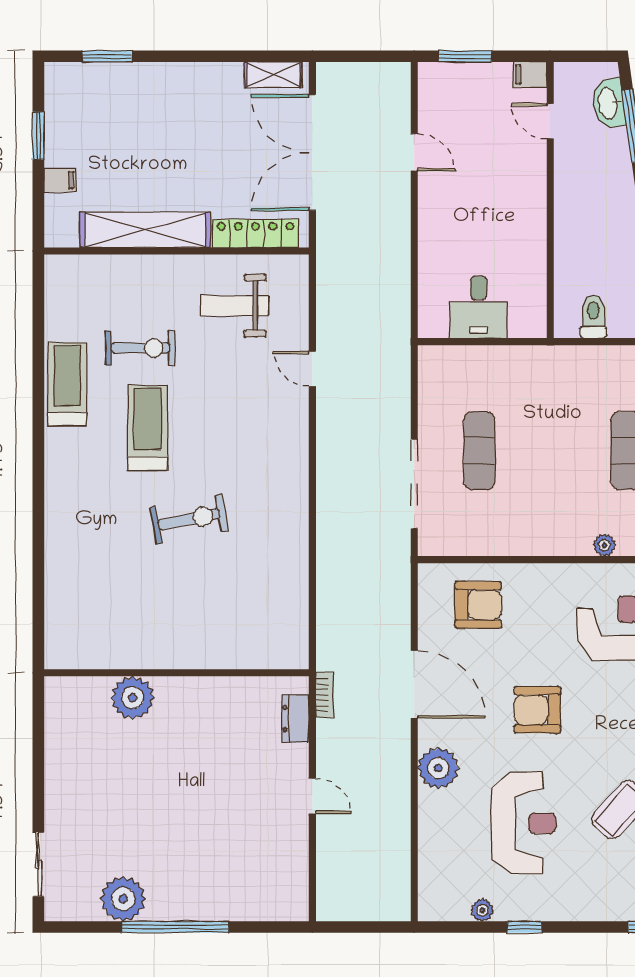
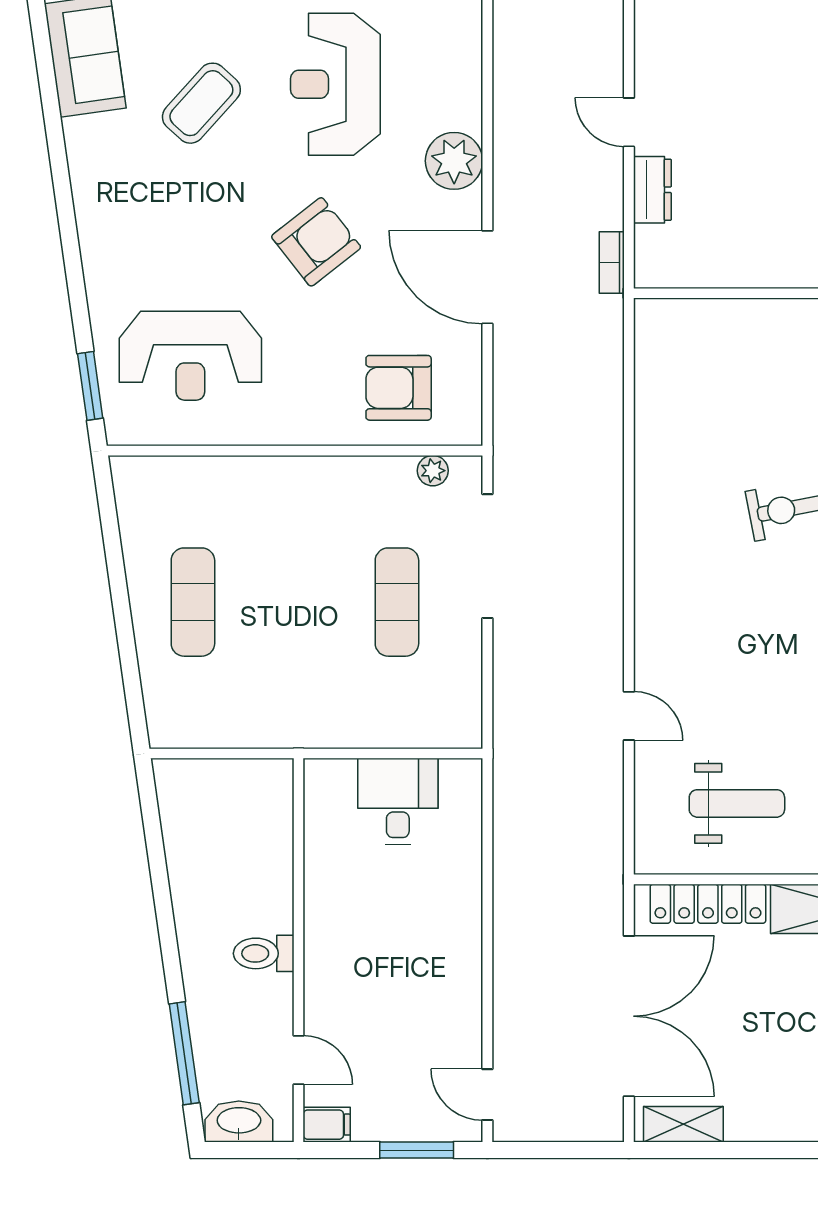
washbasin: (609, 103) -> (239, 1122), moved, turned -82
door: (414, 152) -> (487, 1095), moved
toilet: (593, 317) -> (264, 953), moved, turned 90
plant: (604, 545) -> (433, 471), moved
armchair: (538, 710) -> (316, 242), turned -38
dresser: (295, 719) -> (652, 190), moved

